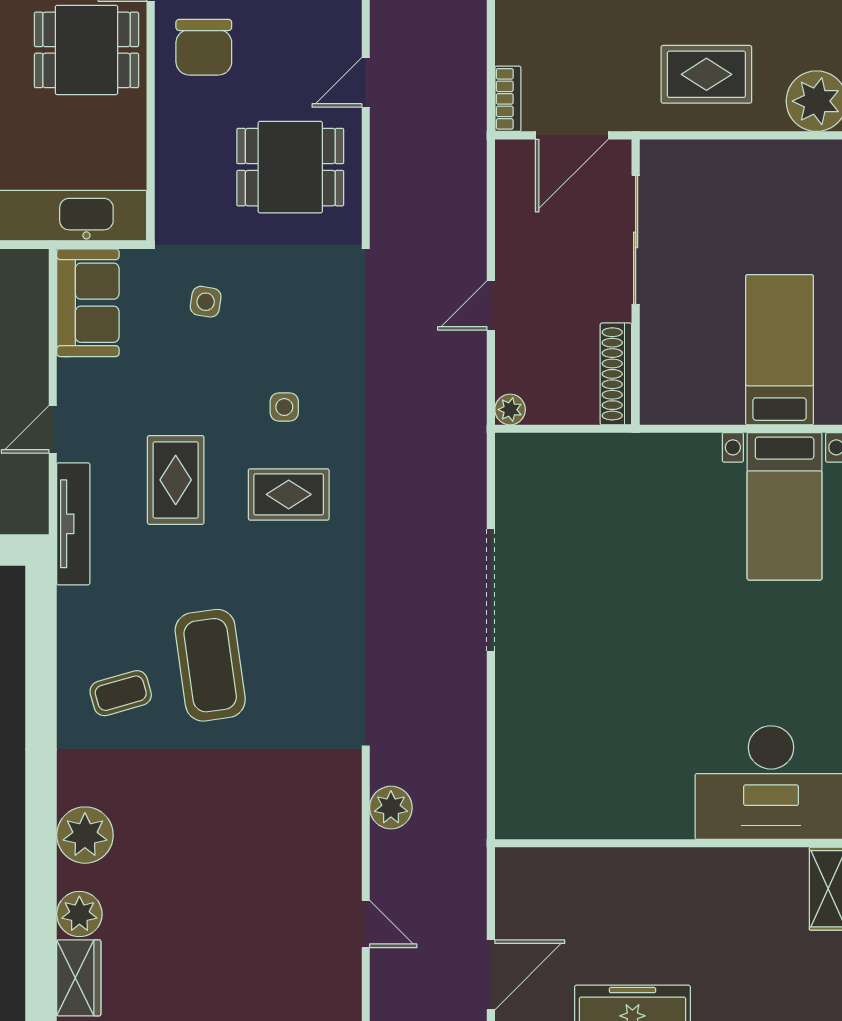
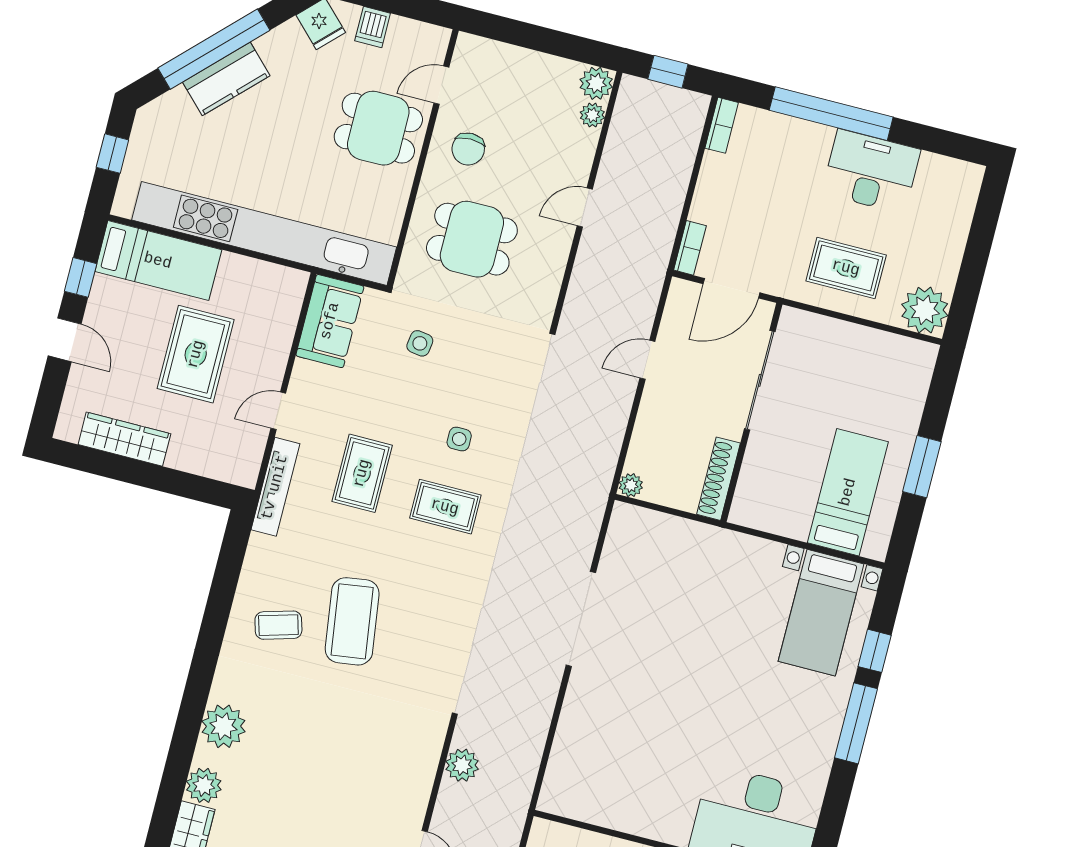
chair: (204, 47) -> (468, 149), width x0.73, depth x0.73
dining table: (290, 167) -> (472, 239), moved
door: (491, 305) -> (647, 360), moved

